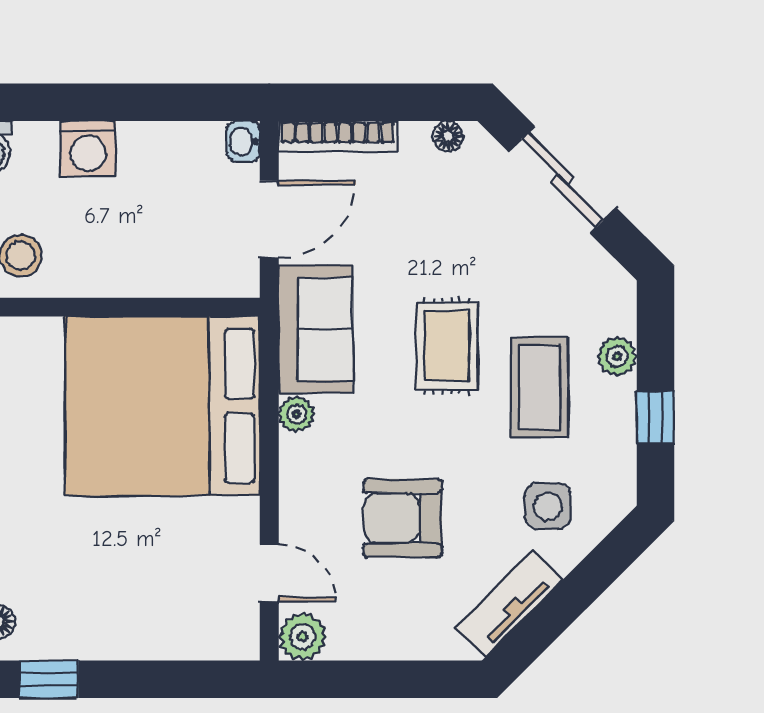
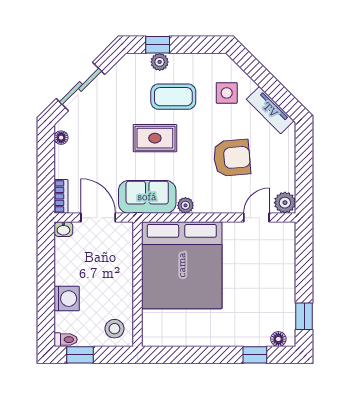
bookcase: (338, 136) -> (61, 196), width x0.64
window: (655, 417) -> (158, 45), moved
armchair: (403, 518) -> (232, 158), turned -95

